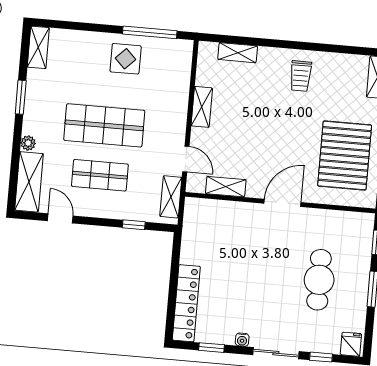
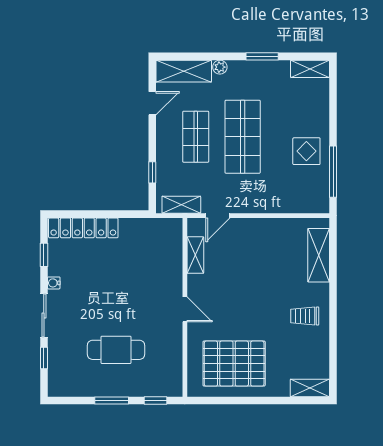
shelving: (238, 53) -> (319, 255), width x1.50, depth x1.33
shelving: (202, 107) -> (268, 226), removed
door: (283, 203) -> (185, 309), width x0.73
fridge: (351, 344) -> (58, 385), removed

